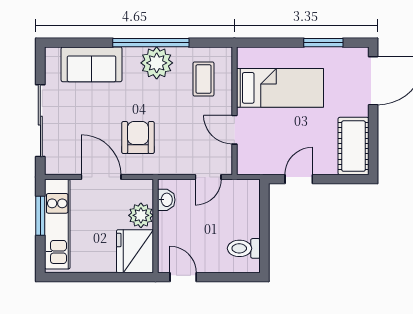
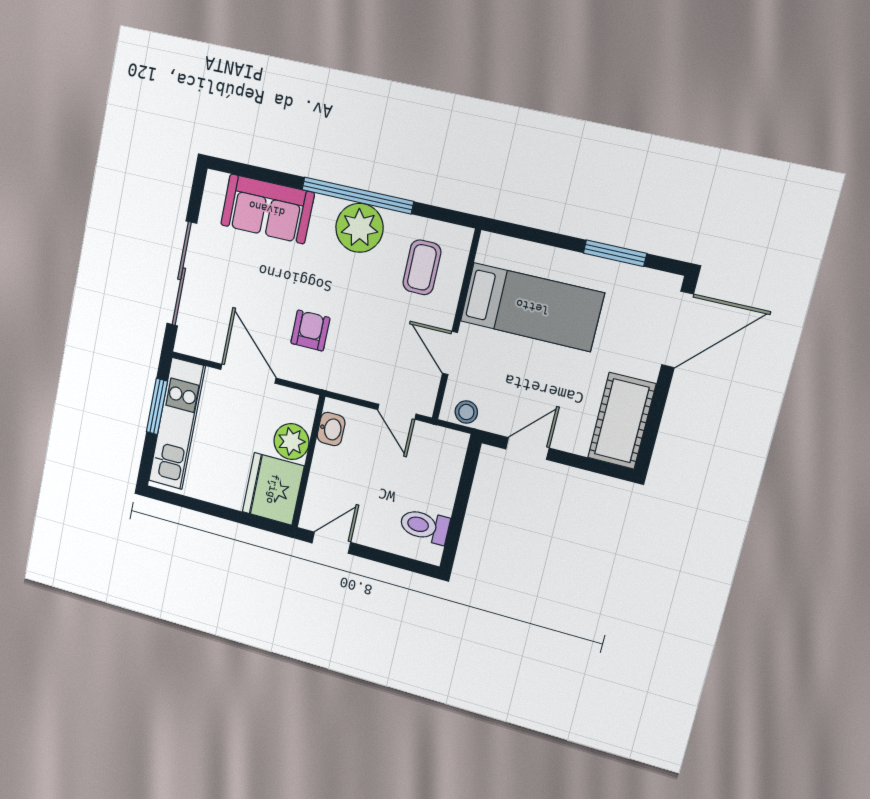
armchair: (138, 138) -> (310, 331), width x0.72, depth x0.72
stool: (254, 165) -> (466, 412), added
door: (208, 177) -> (397, 412), hinge flipped
door: (183, 277) -> (331, 543), hinge flipped

